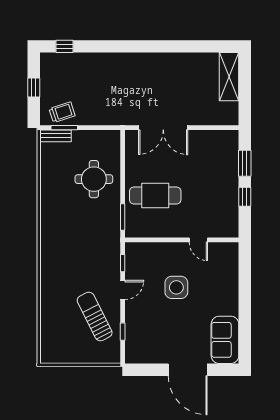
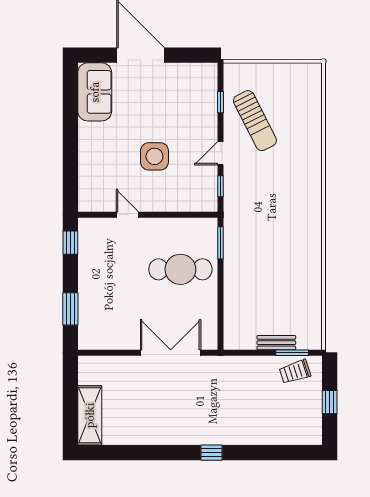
window: (65, 46) -> (212, 453), moved
bench: (55, 136) -> (276, 343), moved
round table: (94, 179) -> (256, 289), removed
window: (245, 197) -> (70, 243), moved

